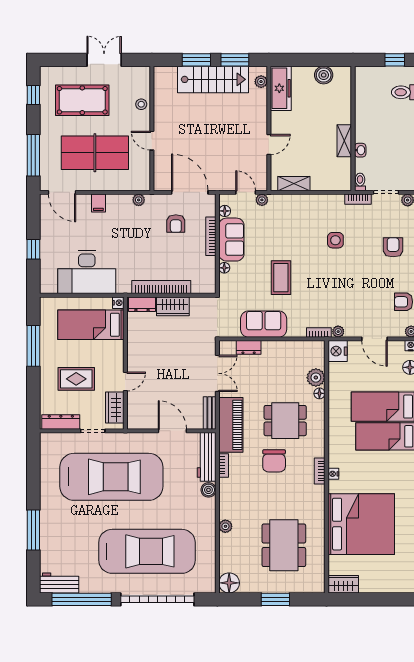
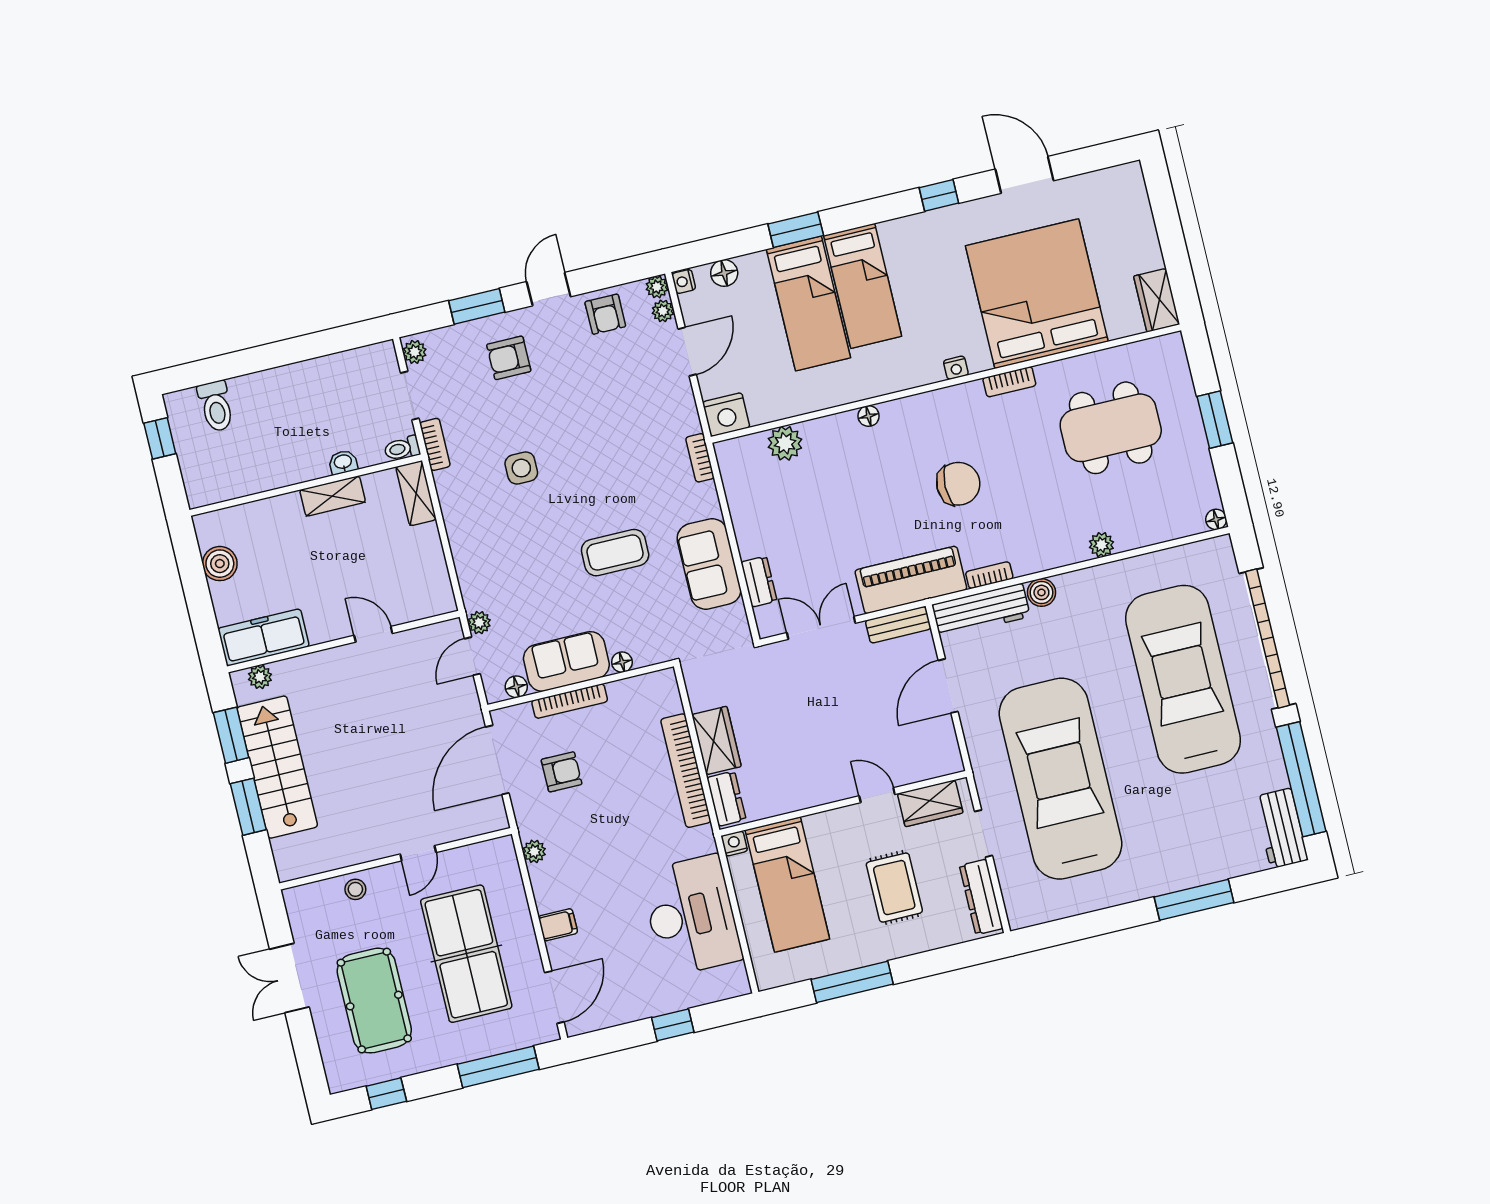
shelving: (294, 184) -> (416, 493), moved
plant: (338, 332) -> (663, 311), moved
floor lamp: (319, 393) -> (869, 416), moved
dining table: (285, 421) -> (879, 481), removed
bookcase: (320, 471) -> (1009, 382), moved
floor lamp: (229, 583) -> (1216, 519), width x0.53, depth x0.53

